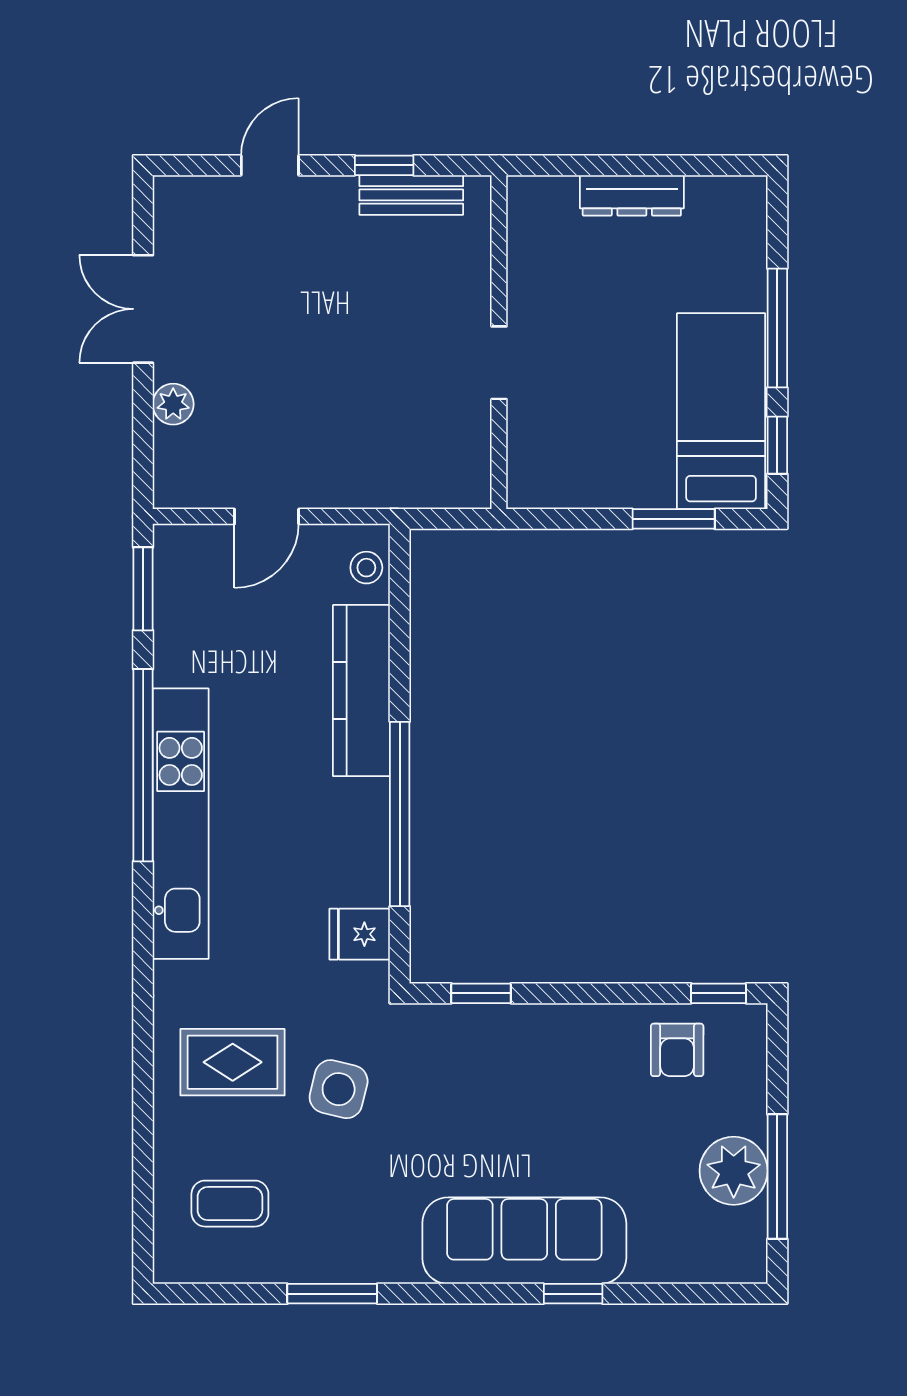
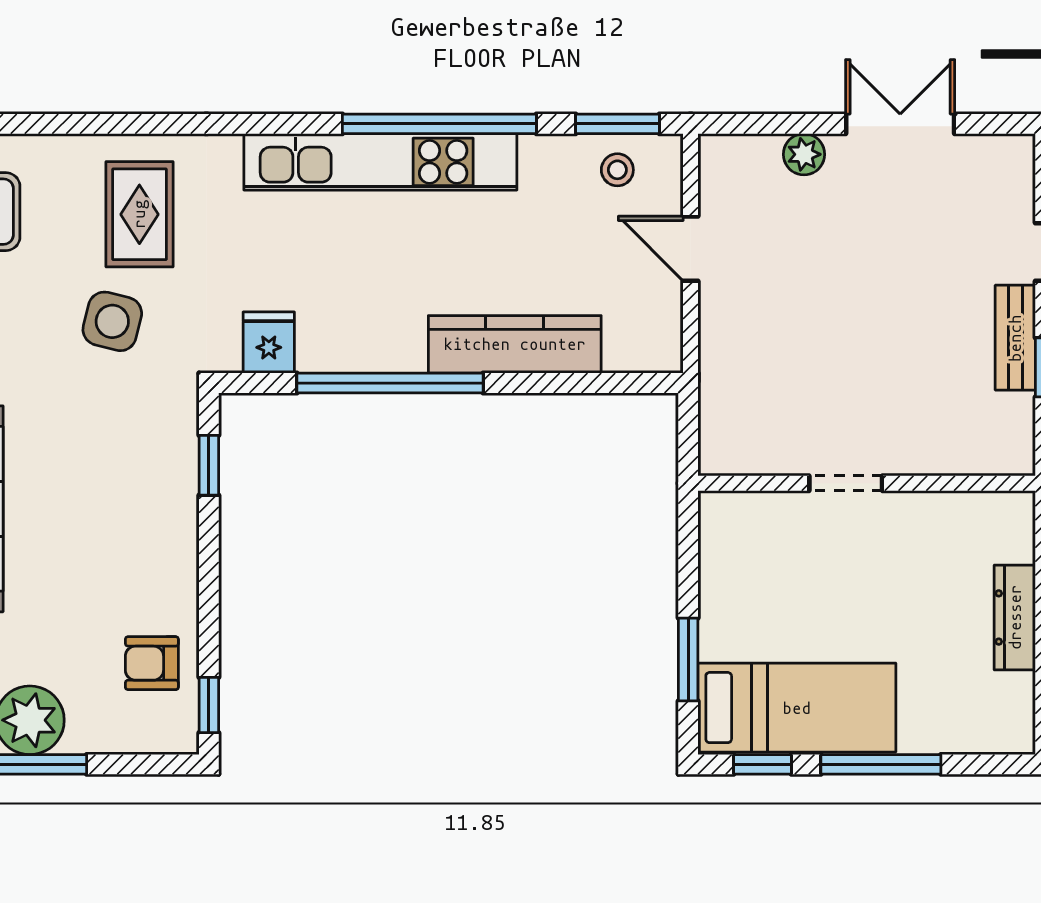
bench: (411, 195) -> (1015, 338), moved
stool: (366, 568) -> (617, 170), moved

